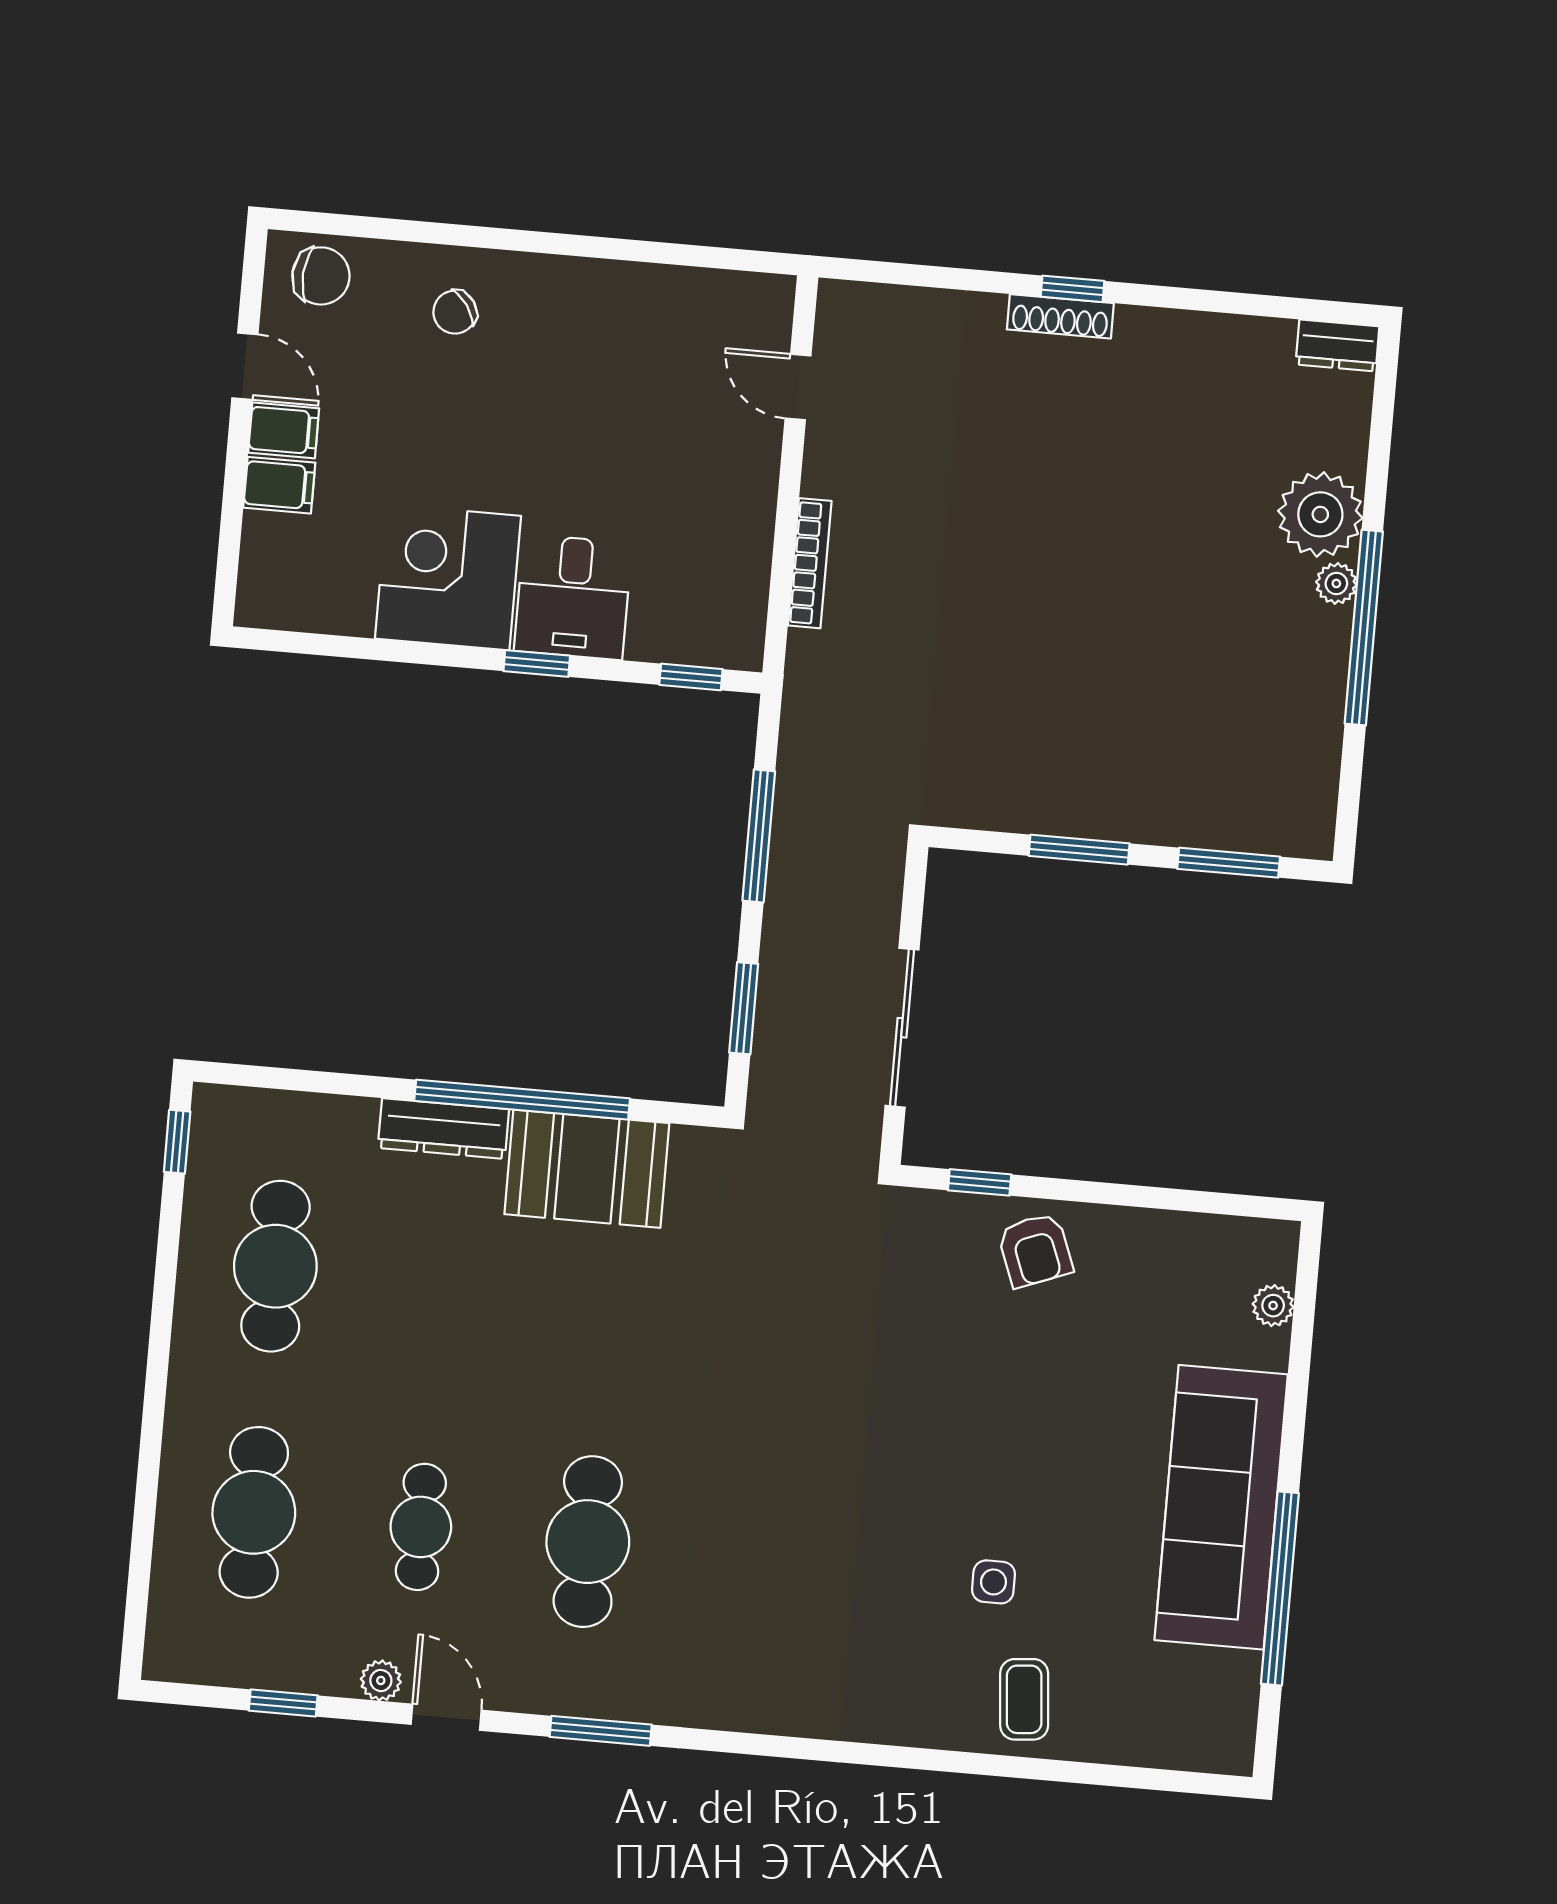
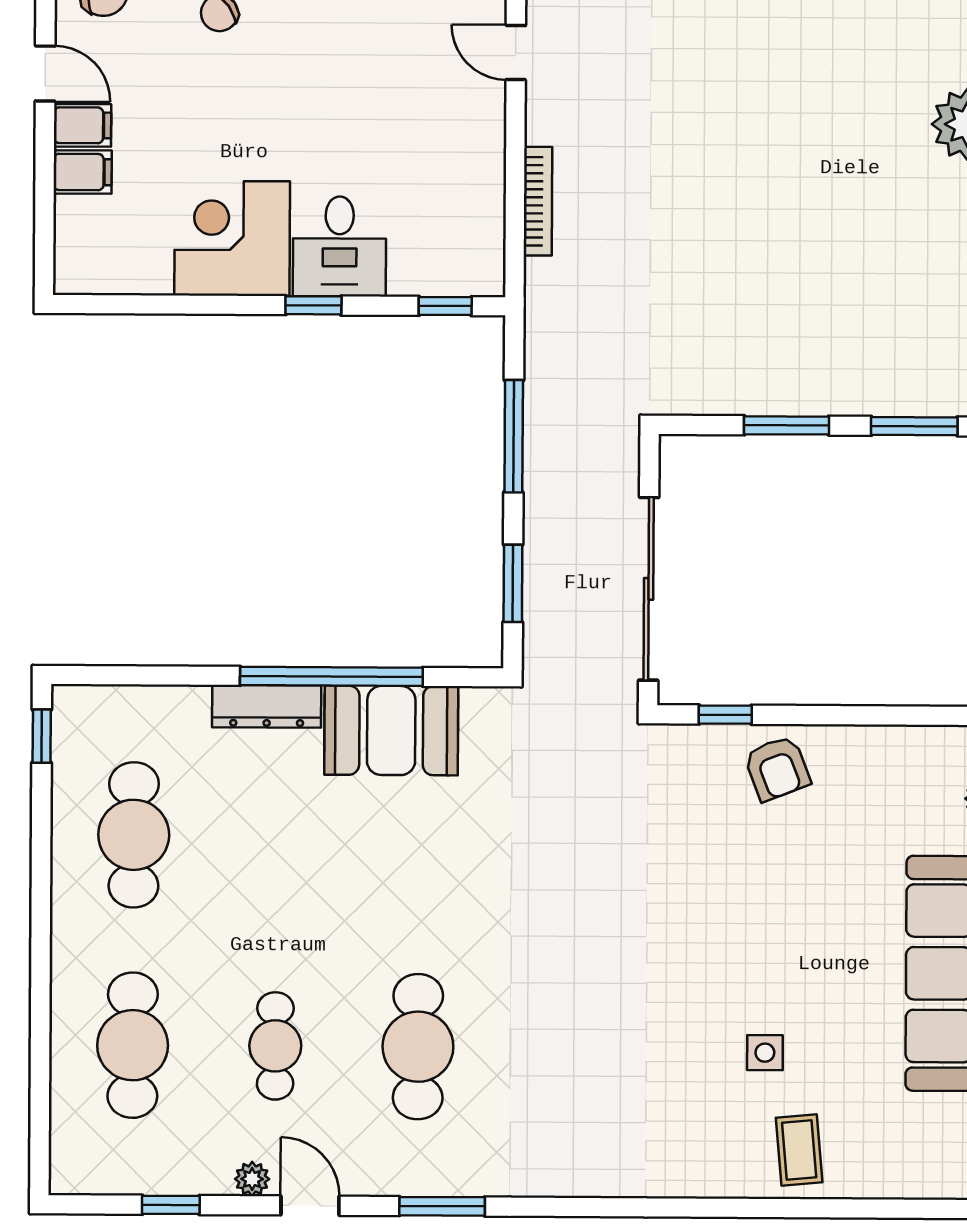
sliding door: (902, 1028) -> (649, 589), width x1.36

